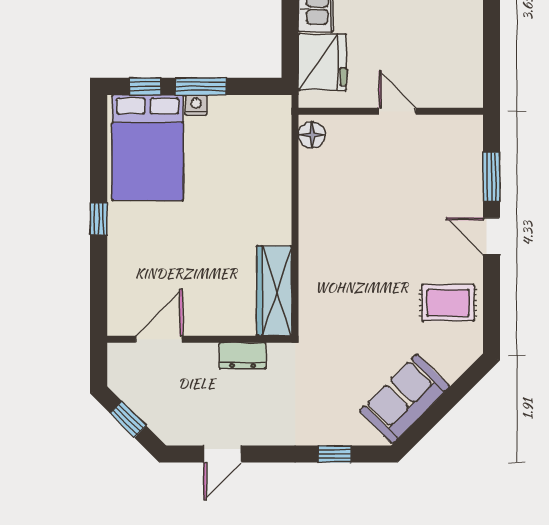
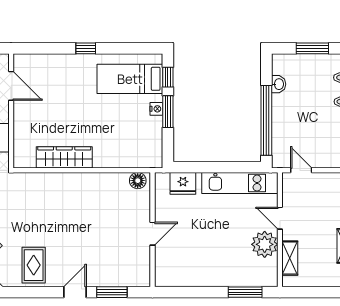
fridge: (322, 62) -> (183, 183), width x0.73, depth x0.75
bed: (148, 148) -> (130, 79), width x0.67
wardrobe: (274, 291) -> (64, 157), moved

